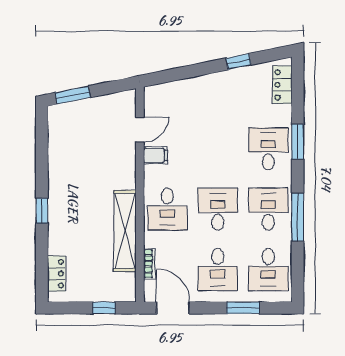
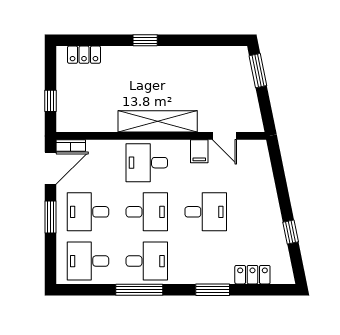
locker: (282, 85) -> (252, 275), moved
desk: (268, 149) -> (206, 212), moved
shelving: (125, 231) -> (158, 121), moved
bookcase: (150, 264) -> (71, 146), moved
window: (243, 308) -> (51, 217), moved

